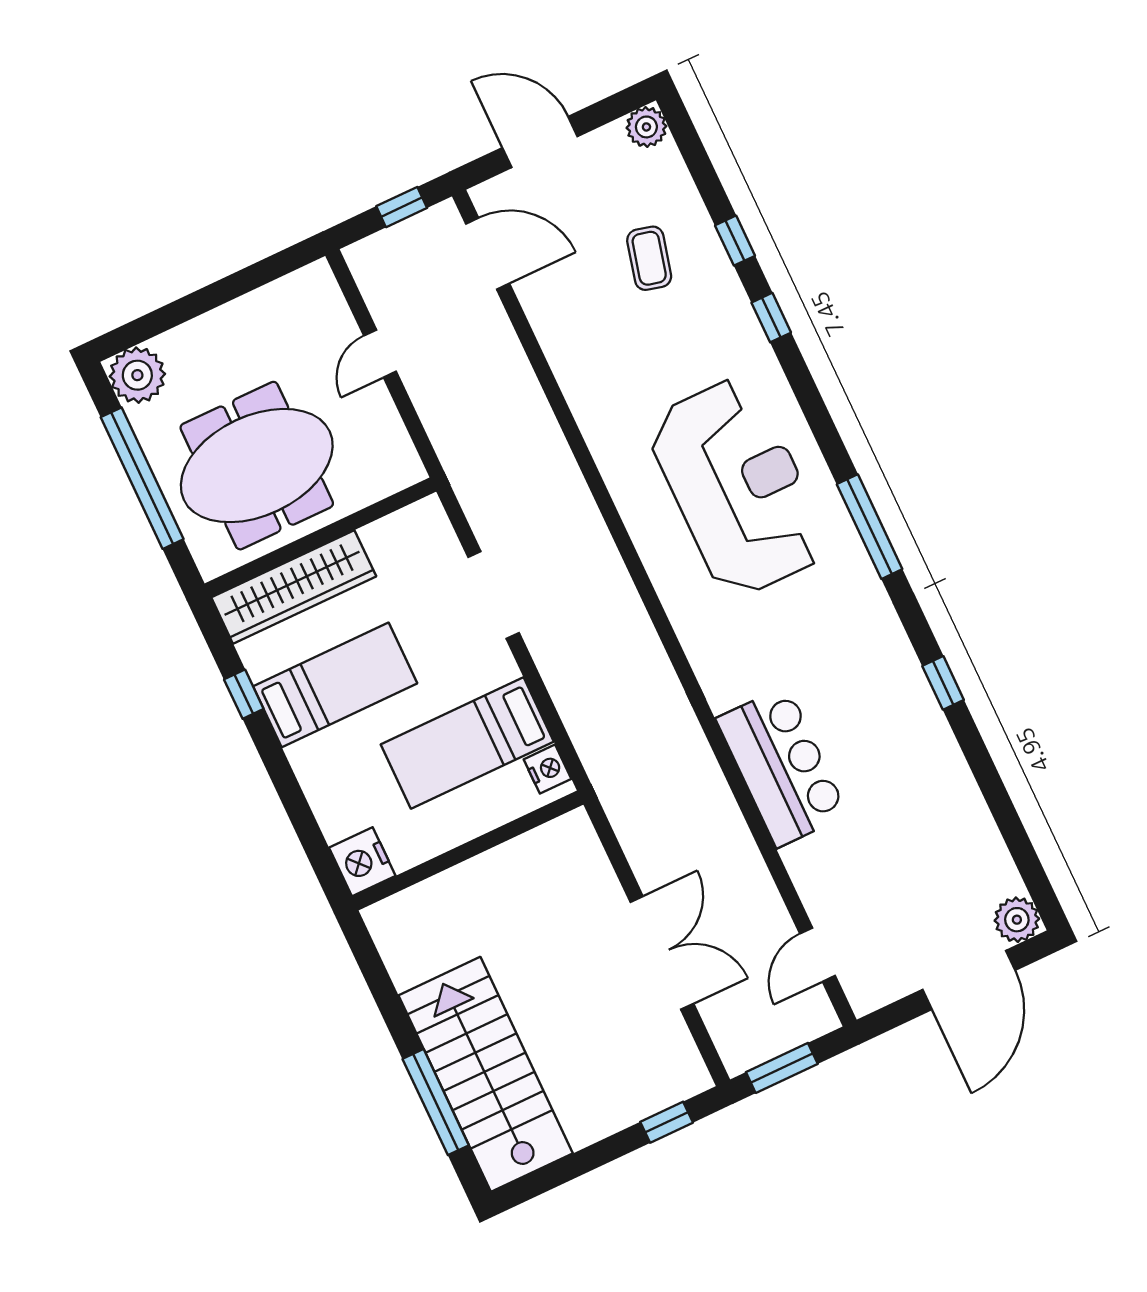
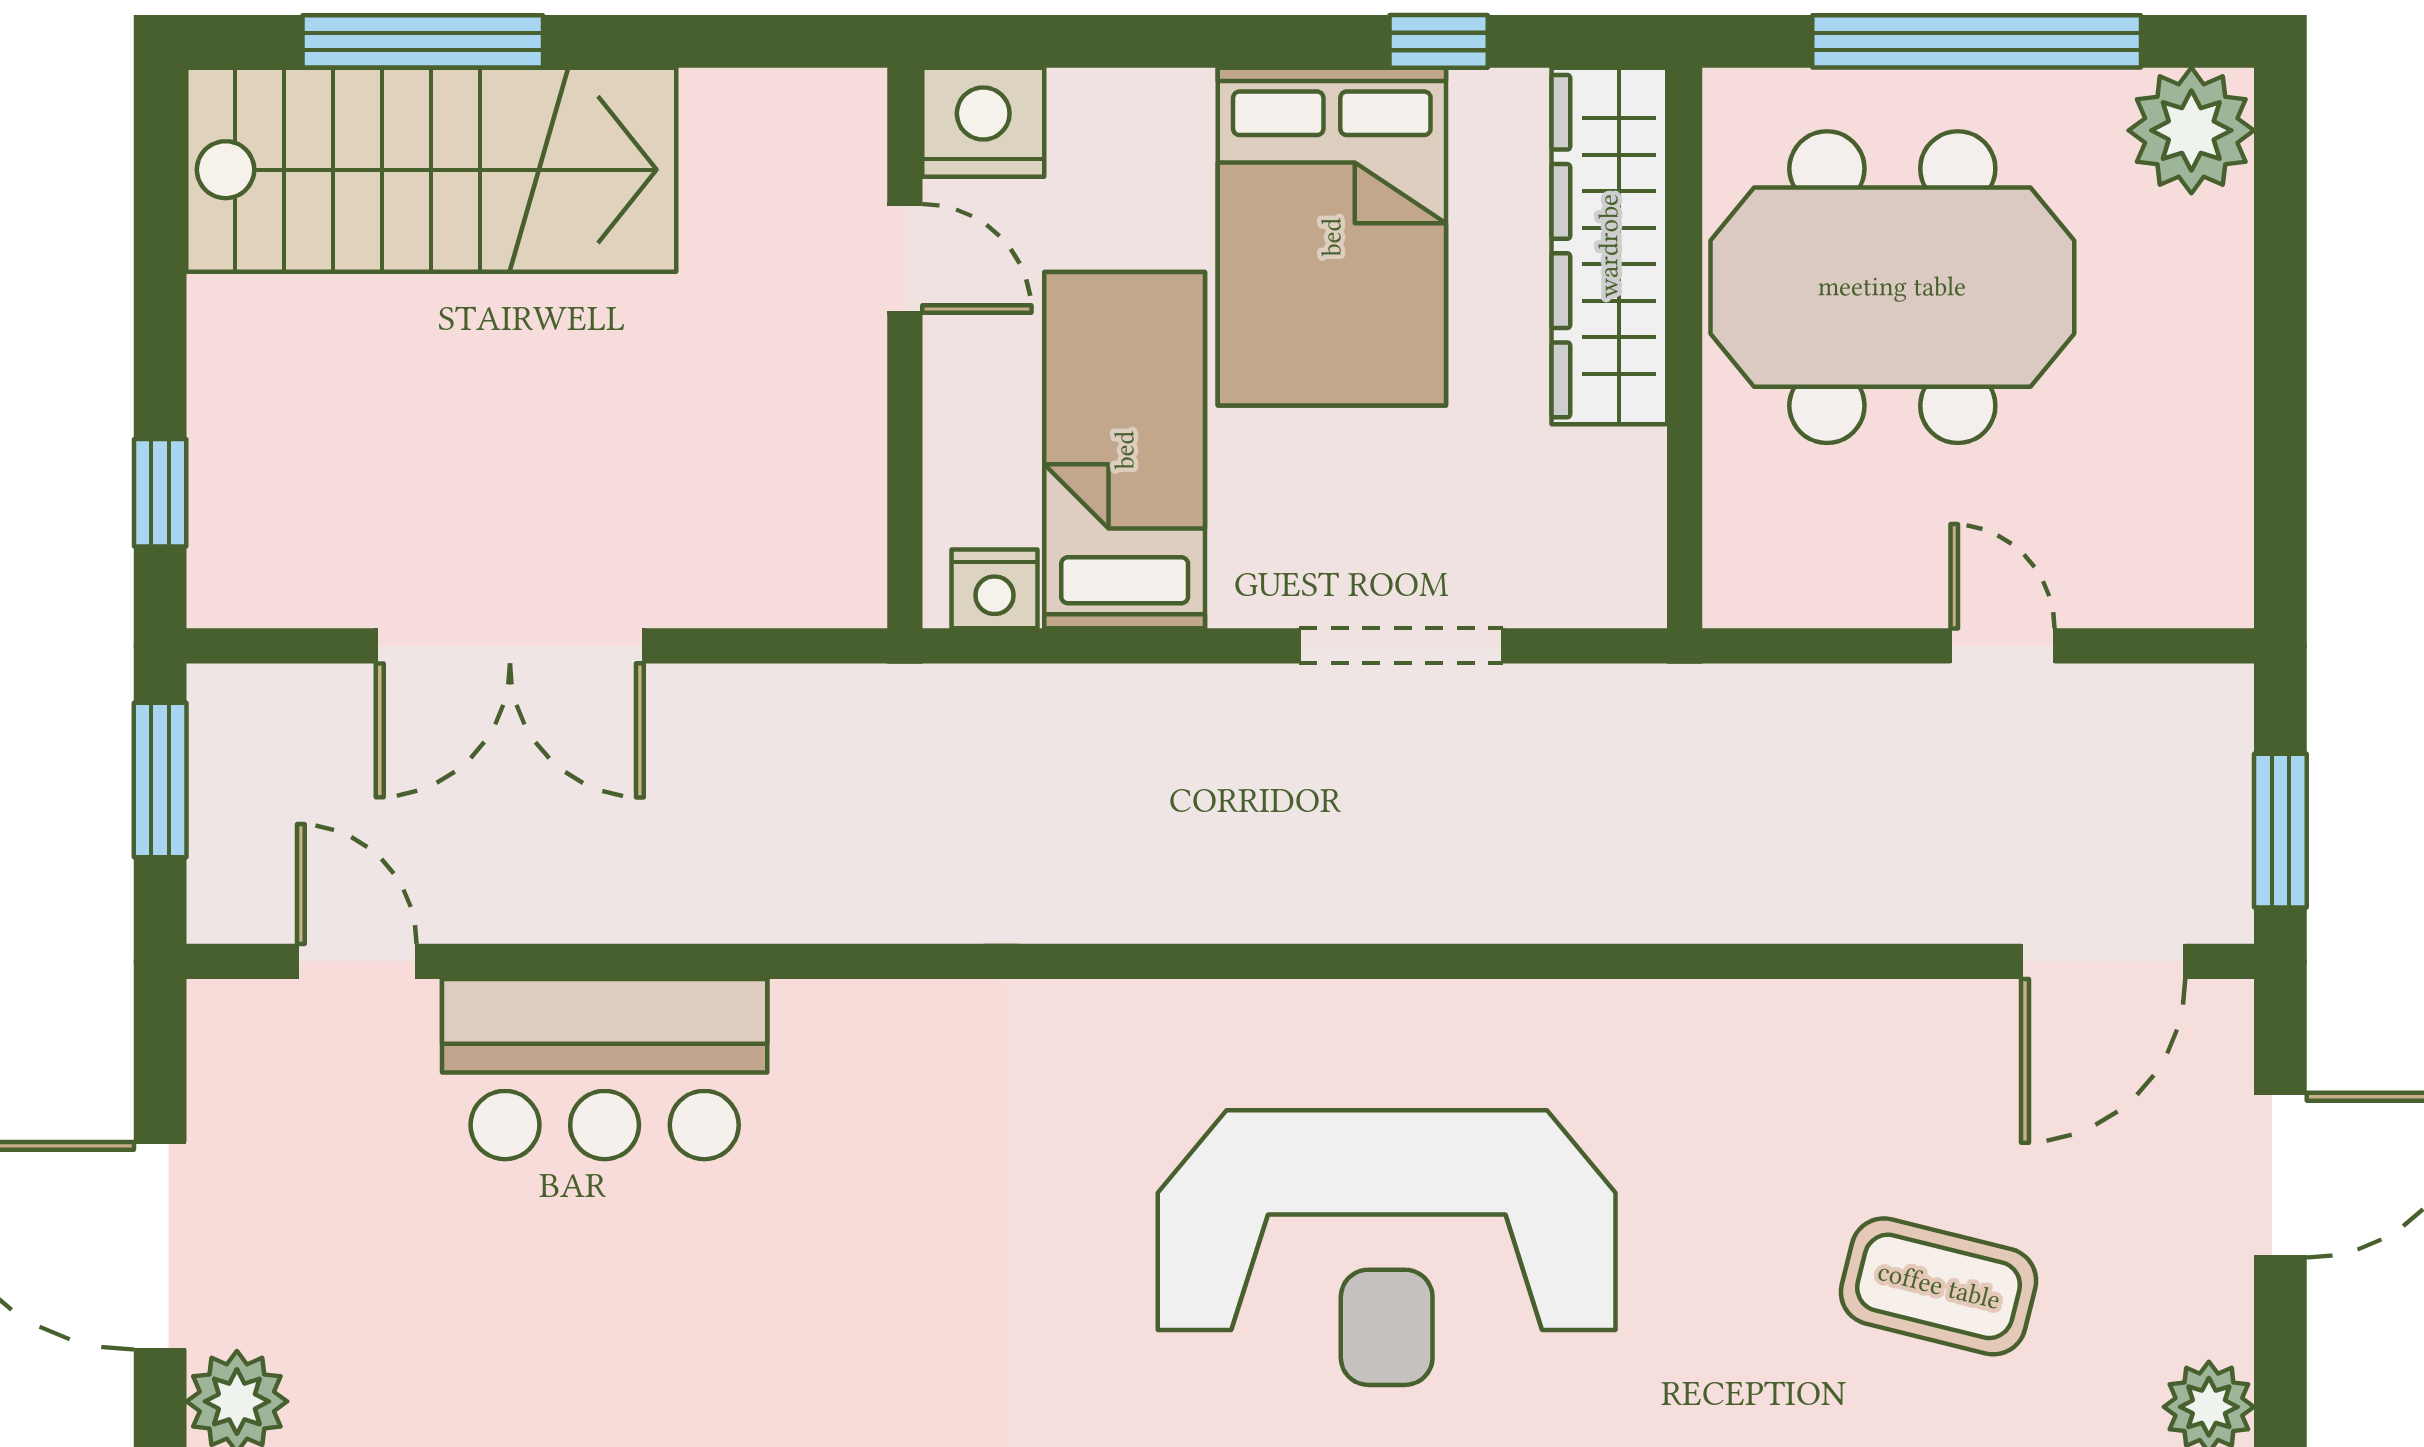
window: (402, 207) -> (2280, 831), width x1.50
coffee table: (649, 258) -> (1939, 1286), width x1.36, depth x1.30
meeting table: (257, 466) -> (1892, 287), turned 90
bed: (335, 685) -> (1332, 237), width x1.50
bar counter: (782, 767) -> (605, 1069), moved
door: (432, 867) -> (905, 258), added

